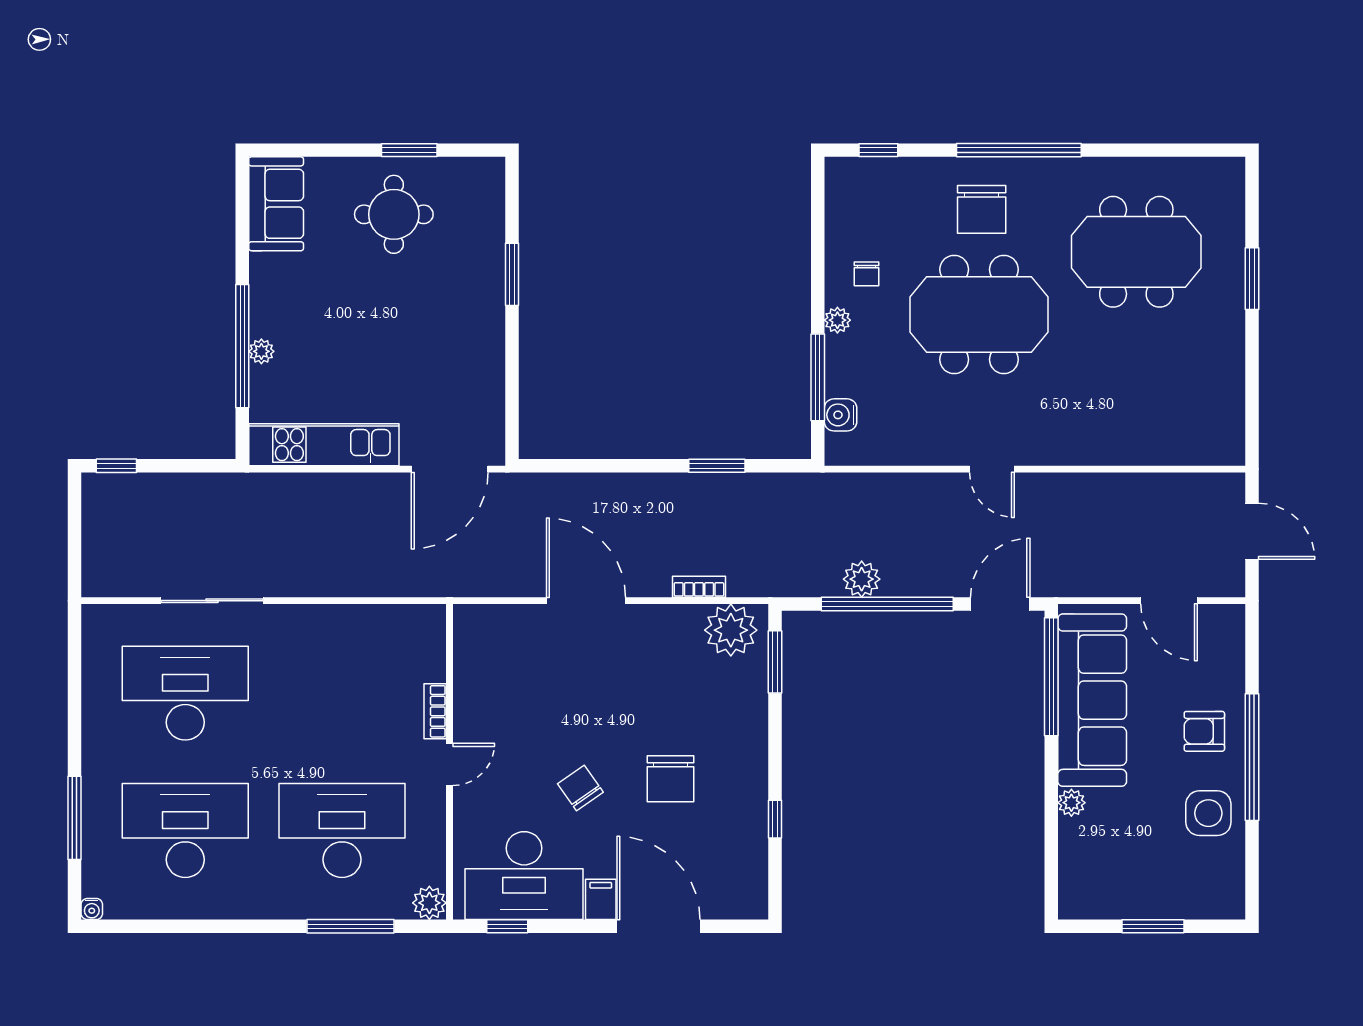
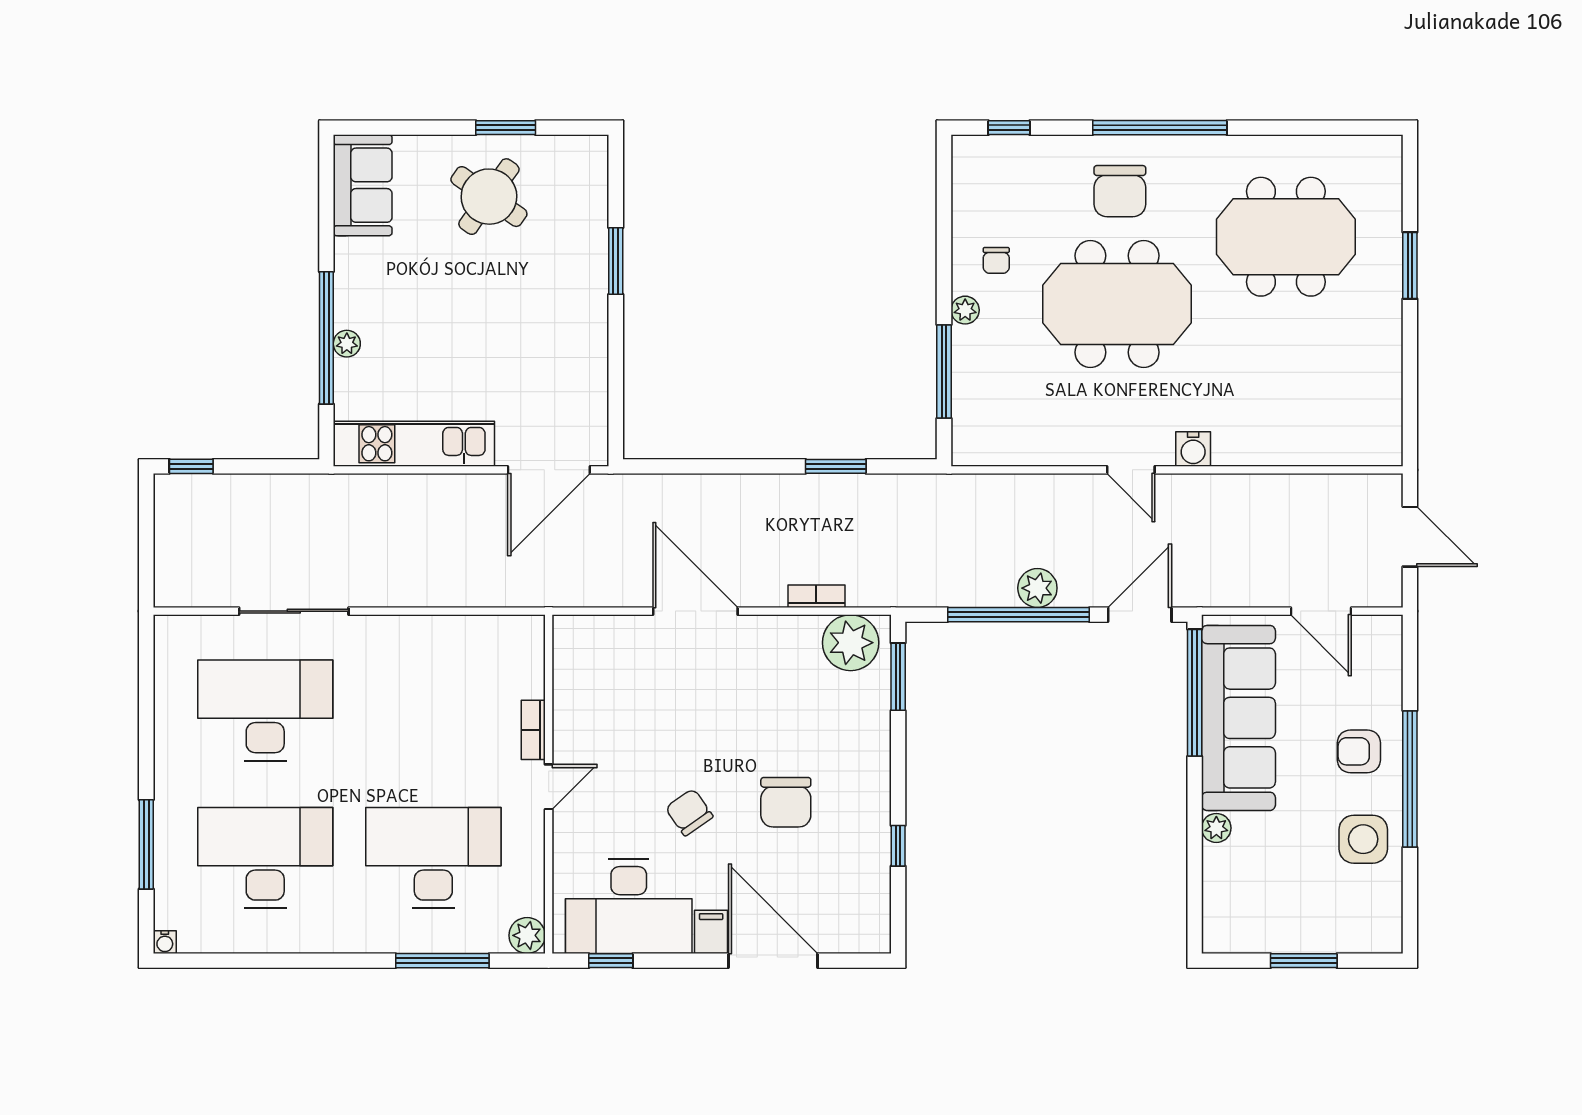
round table: (394, 214) -> (489, 197), turned 35
water cooler: (841, 415) -> (1193, 449), moved, turned -90
plant: (862, 579) -> (1037, 588), moved

